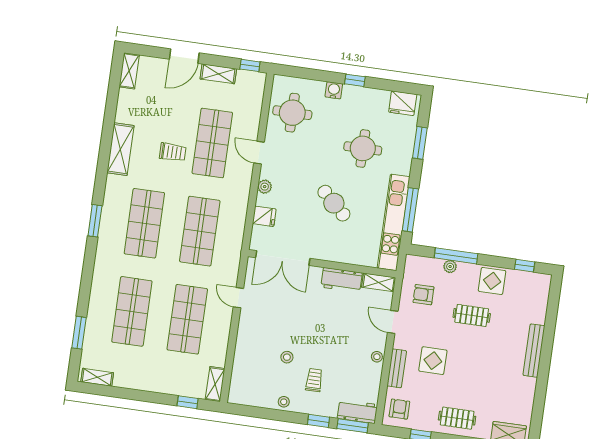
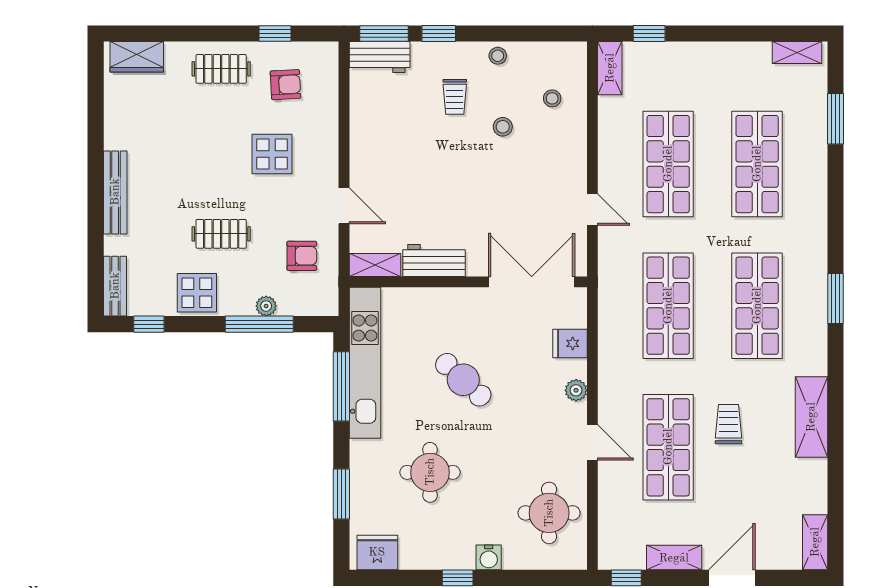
trolley: (173, 152) -> (728, 424), turned 90
stool: (377, 357) -> (552, 98), moved
bench: (397, 368) -> (115, 286), moved
armchair: (399, 409) -> (286, 85), moved, turned -93

